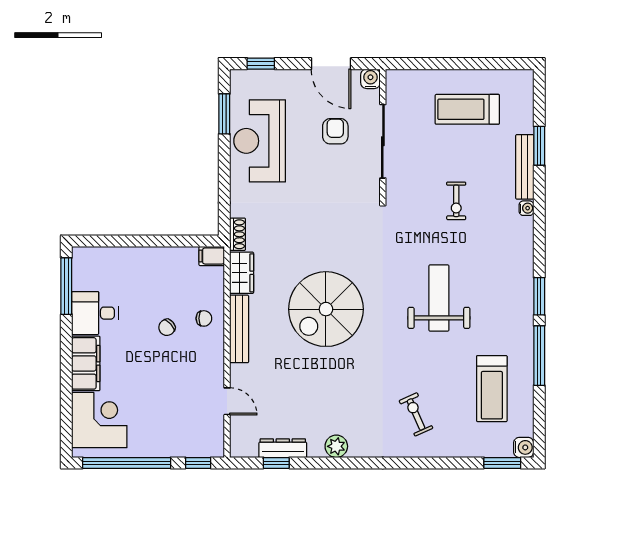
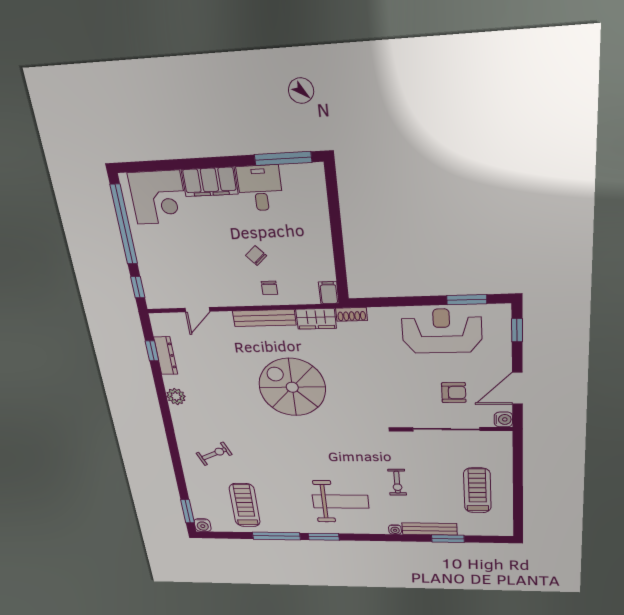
exercise bike: (456, 201) -> (397, 482), turned -90
weight bench: (439, 298) -> (341, 501), moved
treadmill: (492, 389) -> (245, 505), turned 90

